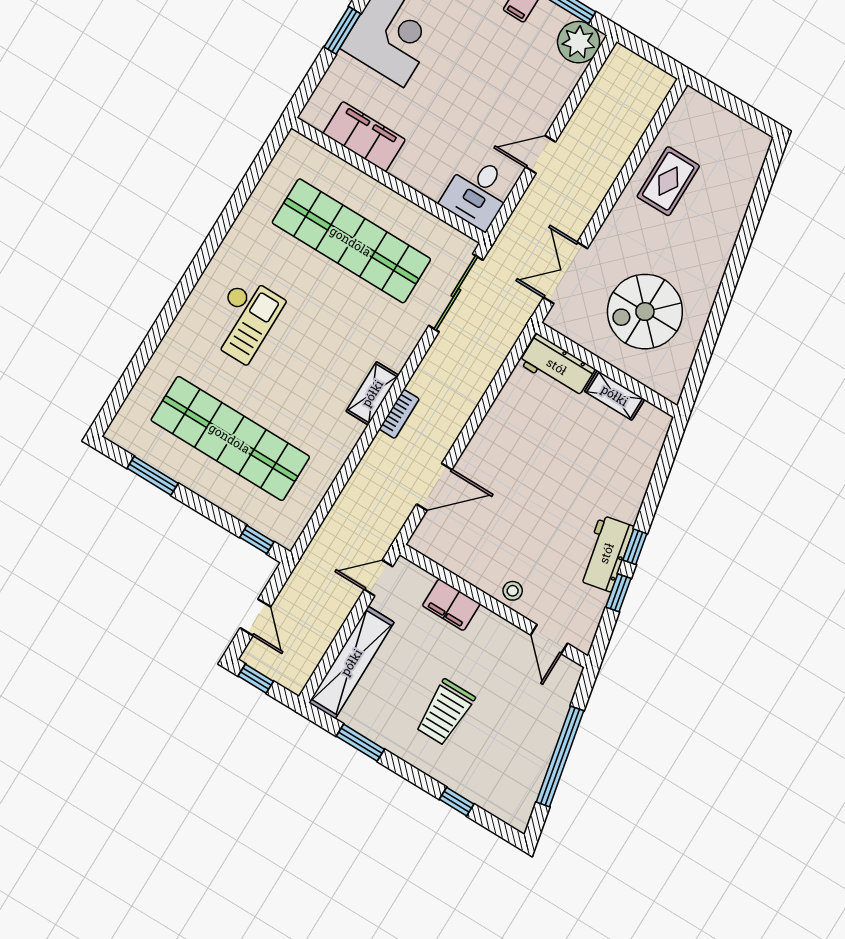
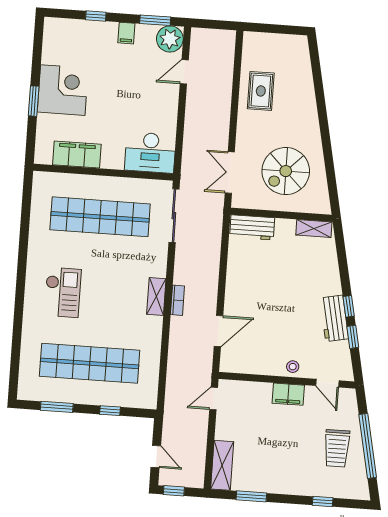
door: (541, 155) -> (184, 72), moved
desk: (478, 193) -> (150, 153), width x1.37
shelving: (615, 395) -> (314, 228), moved
window: (257, 540) -> (110, 411), moved
filing cabinet: (451, 605) -> (288, 394), moved
shelving: (351, 662) -> (222, 465), width x0.68
trolley: (445, 712) -> (337, 448), moved

